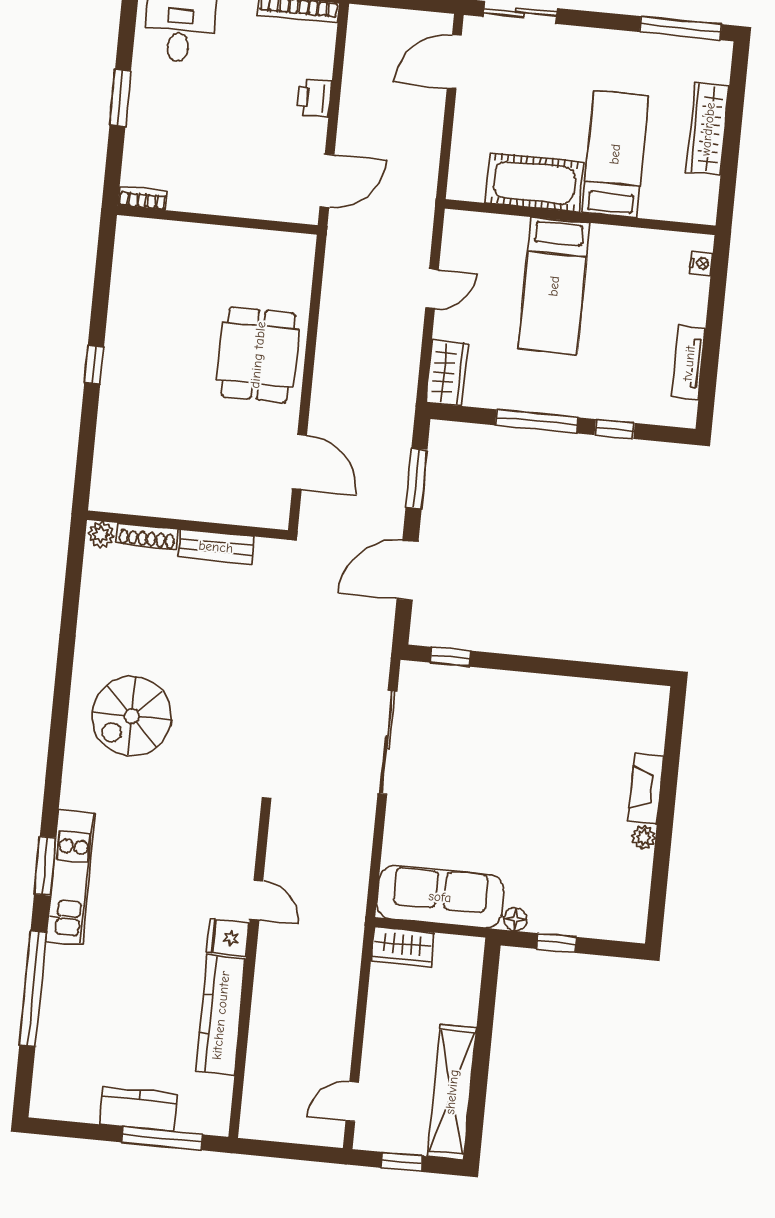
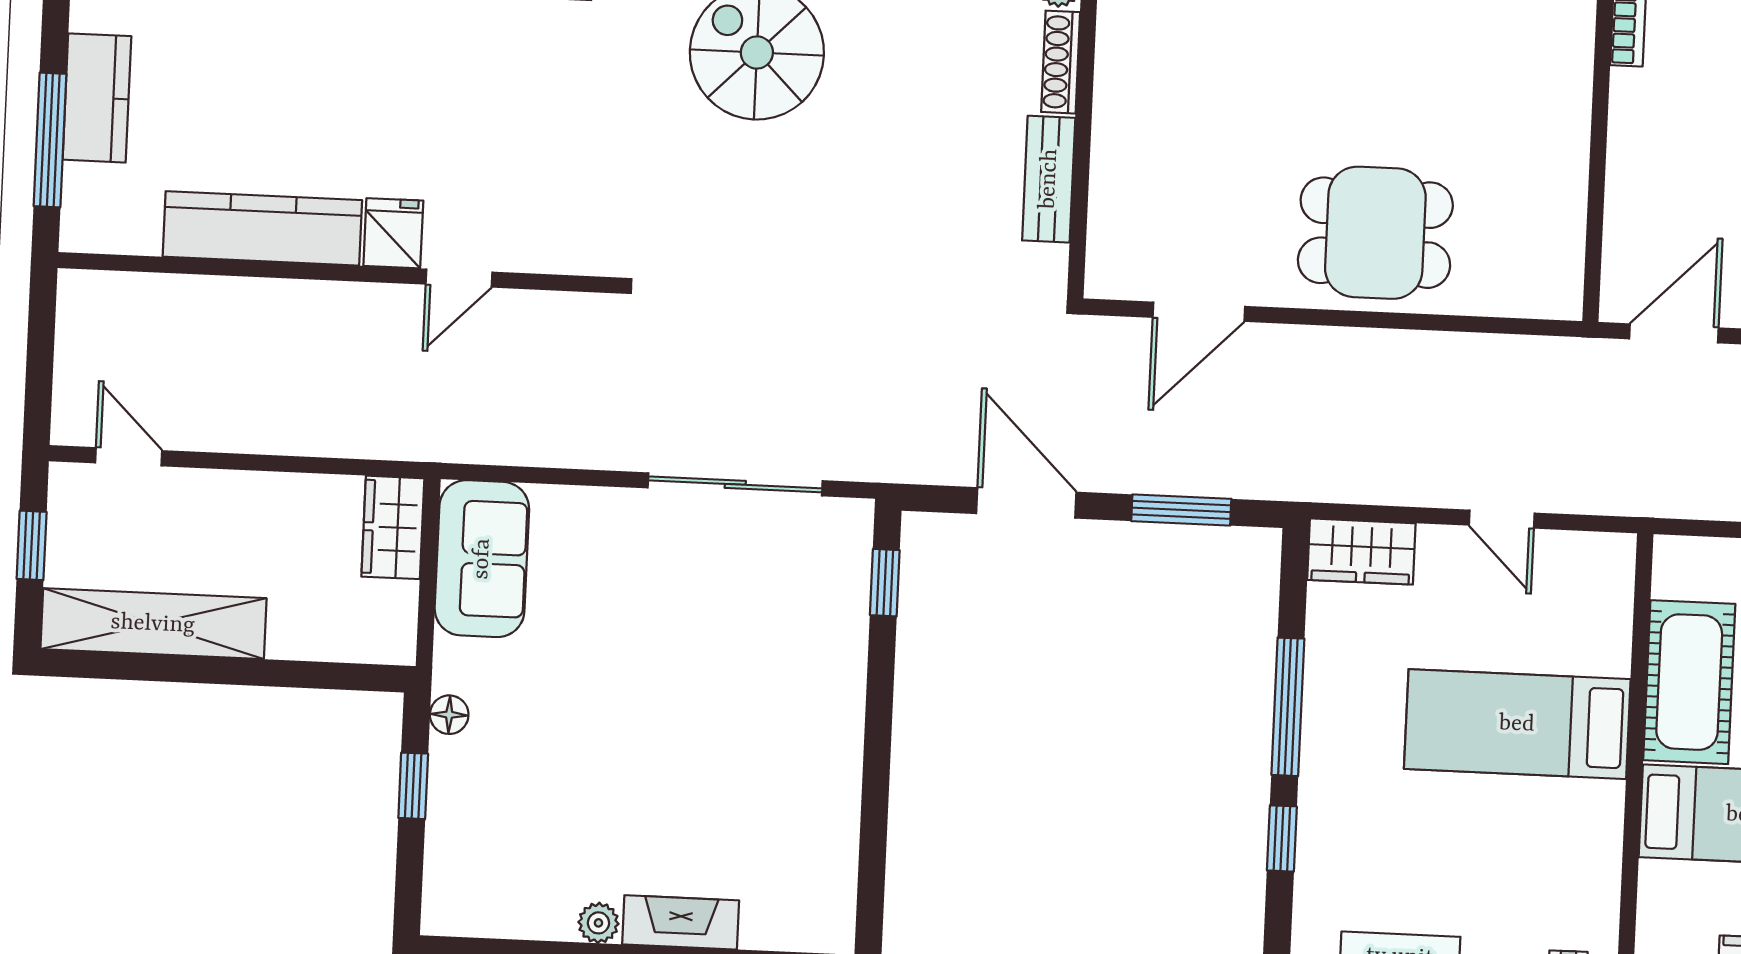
door: (327, 181) -> (1674, 333), swing flipped
sofa: (440, 897) -> (482, 559), width x0.73

